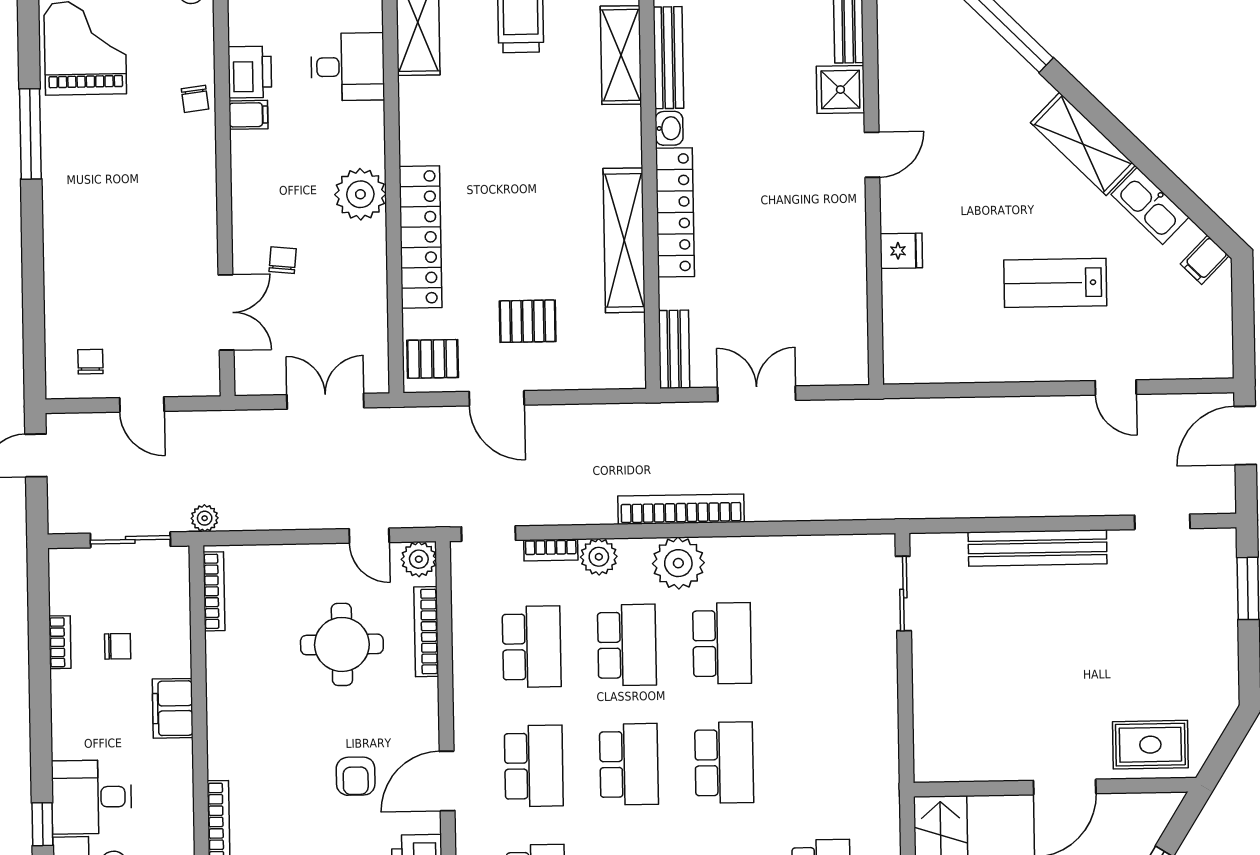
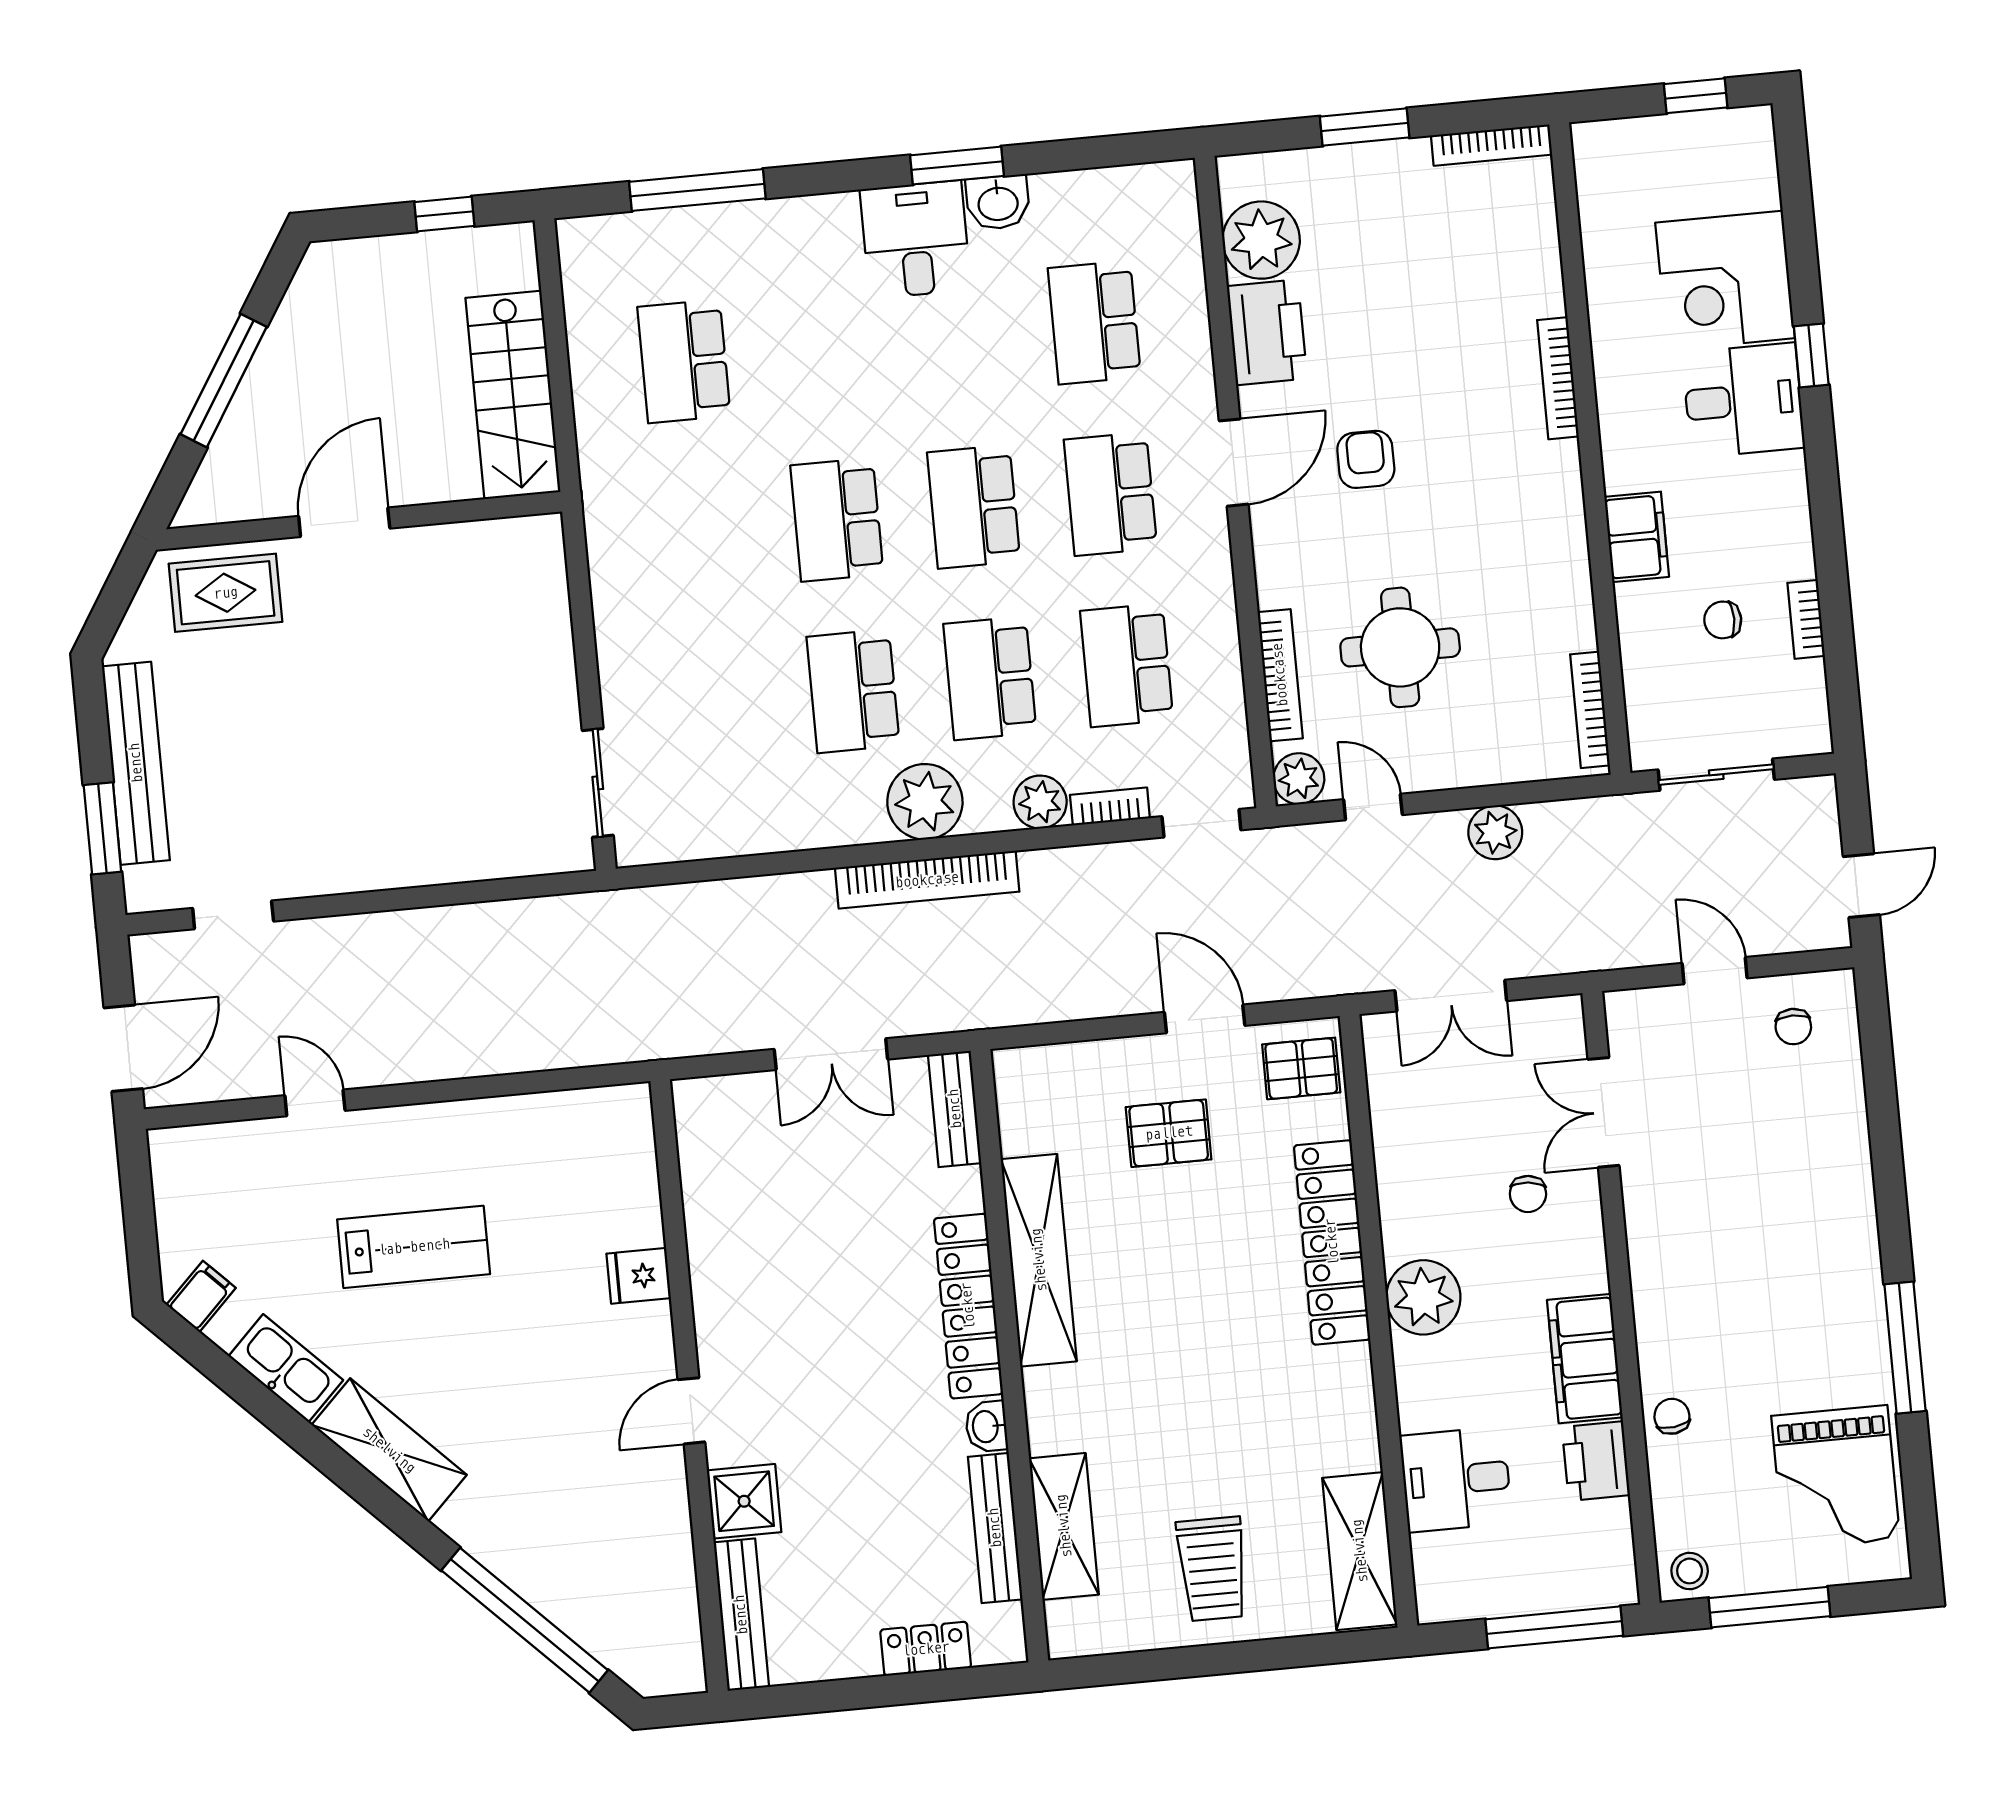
filing cabinet: (248, 115) -> (1585, 1359), width x3.00, depth x1.17
plant: (205, 518) -> (1495, 832), moved, width x1.38, depth x1.38
bench: (1038, 548) -> (136, 763), moved, turned 90

